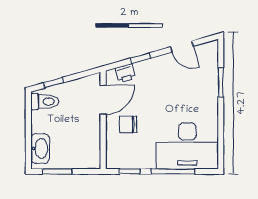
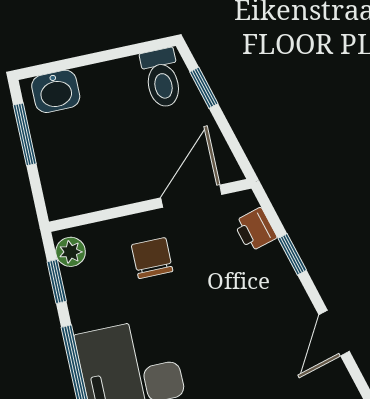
door: (103, 100) -> (191, 196), swing flipped
washbasin: (40, 148) -> (56, 91), width x0.72
plant: (117, 162) -> (71, 252), added

